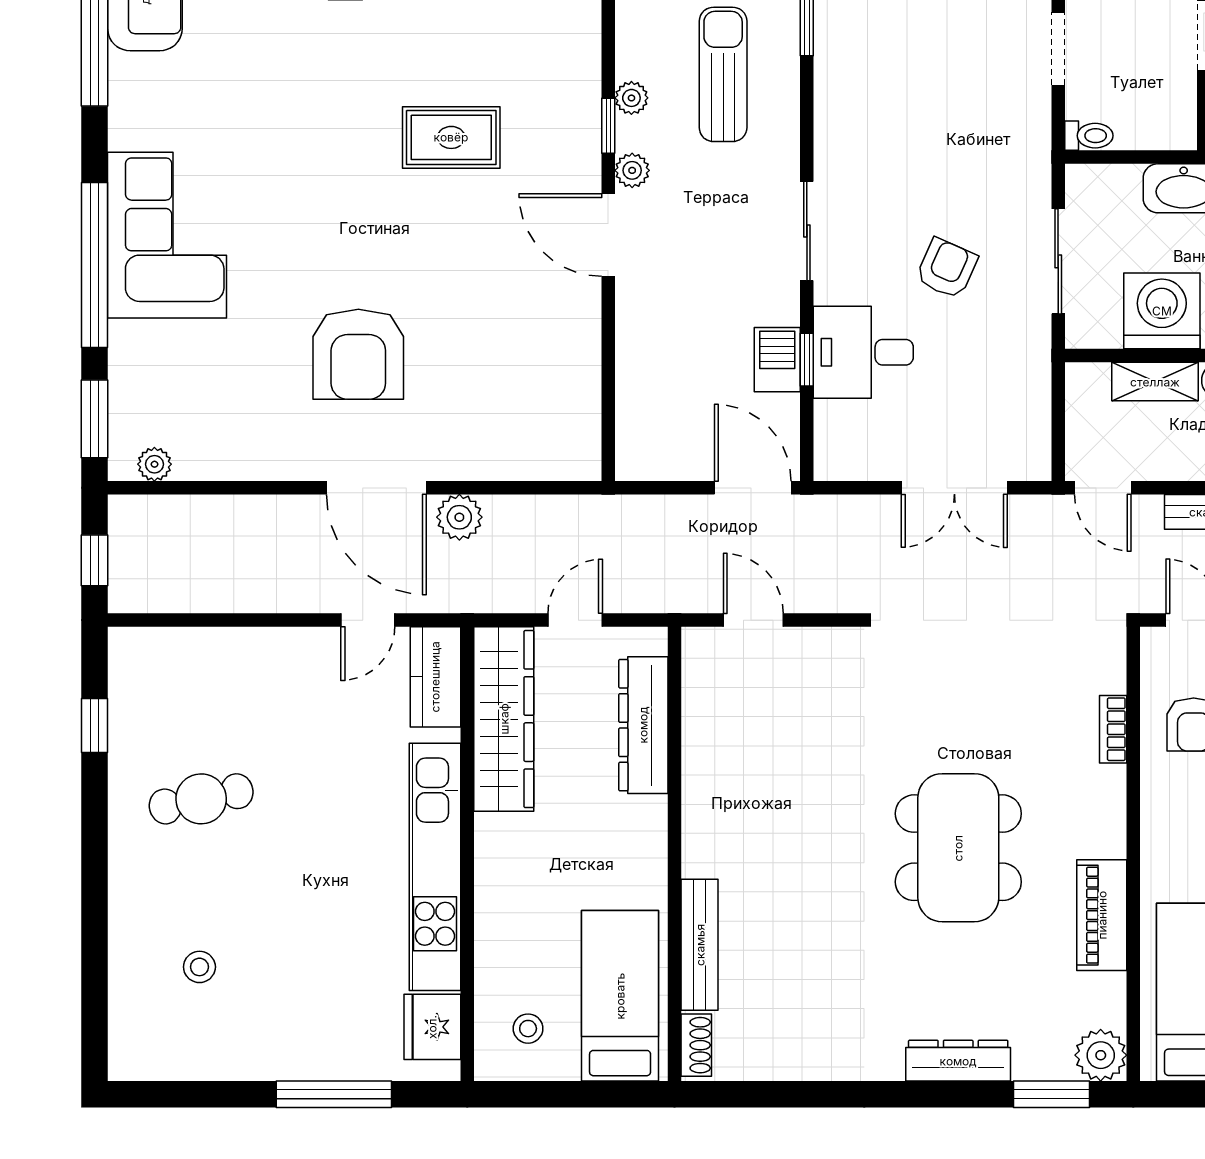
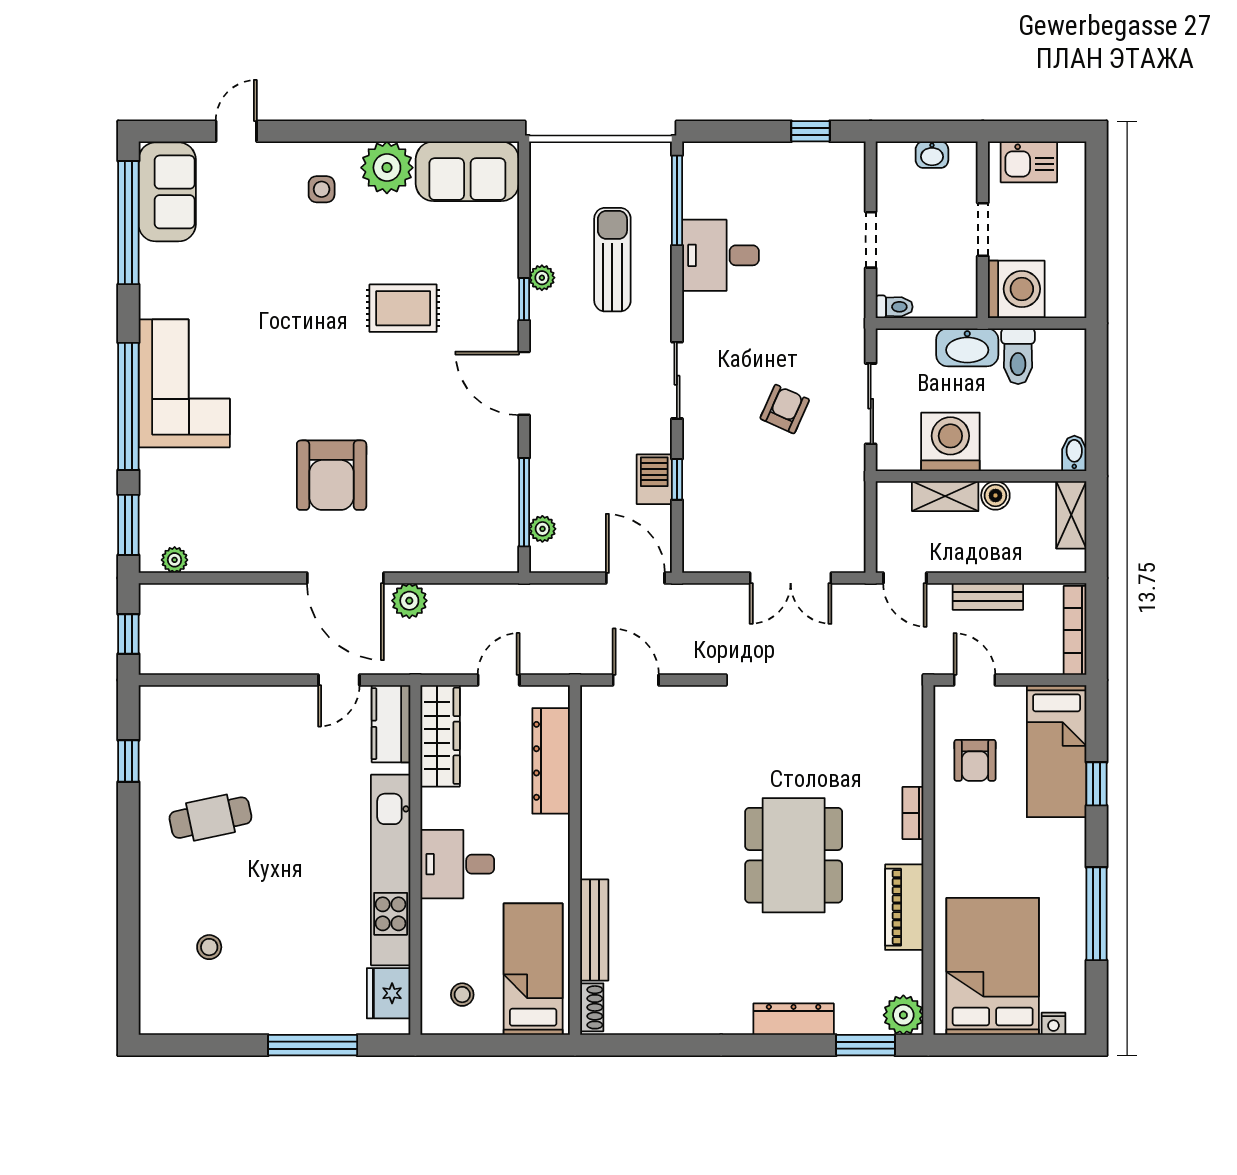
plant: (632, 170) -> (542, 529), moved
desk: (863, 352) -> (720, 255), moved
window: (608, 389) -> (524, 502), added
wardrobe: (504, 719) -> (440, 736), width x0.71, depth x0.85
bookcase: (1113, 729) -> (913, 813), moved
desk: (522, 859) -> (457, 864), added

